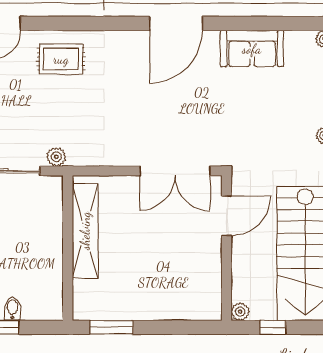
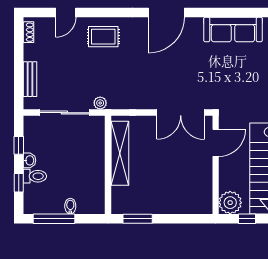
door: (176, 23) -> (166, 13), moved
sofa: (252, 49) -> (233, 30), width x1.36
plant: (240, 312) -> (230, 203), width x1.88, depth x1.88

